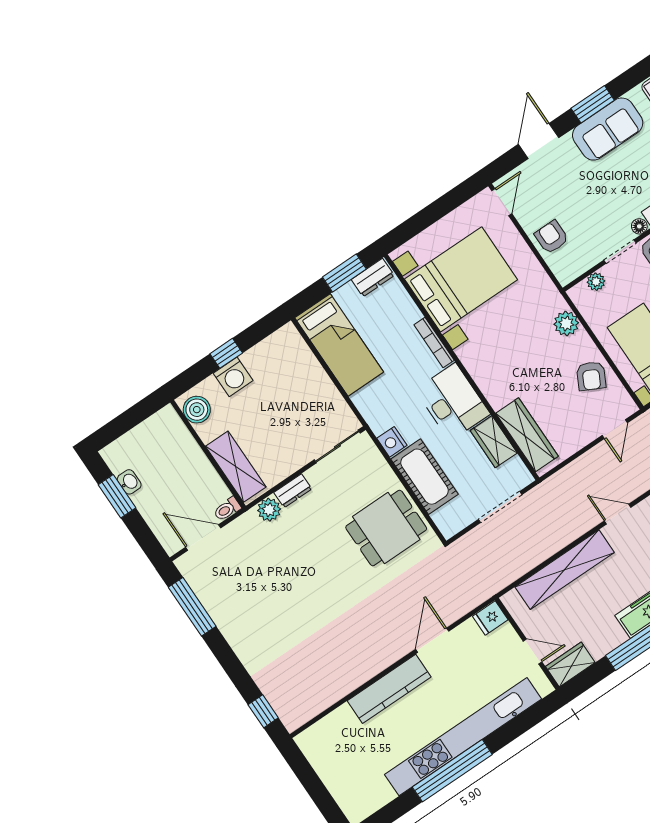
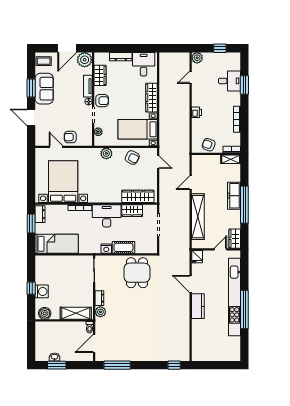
door: (502, 202) -> (56, 147), moved
cot: (424, 477) -> (123, 247), width x0.73, depth x0.75
kitchen counter: (389, 689) -> (198, 306), width x0.67

